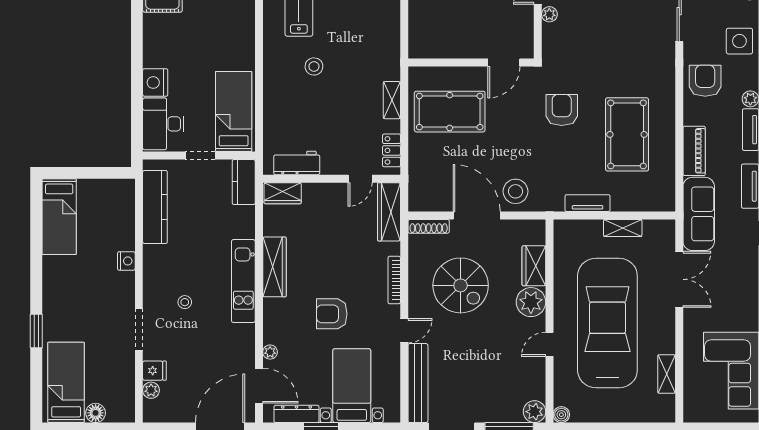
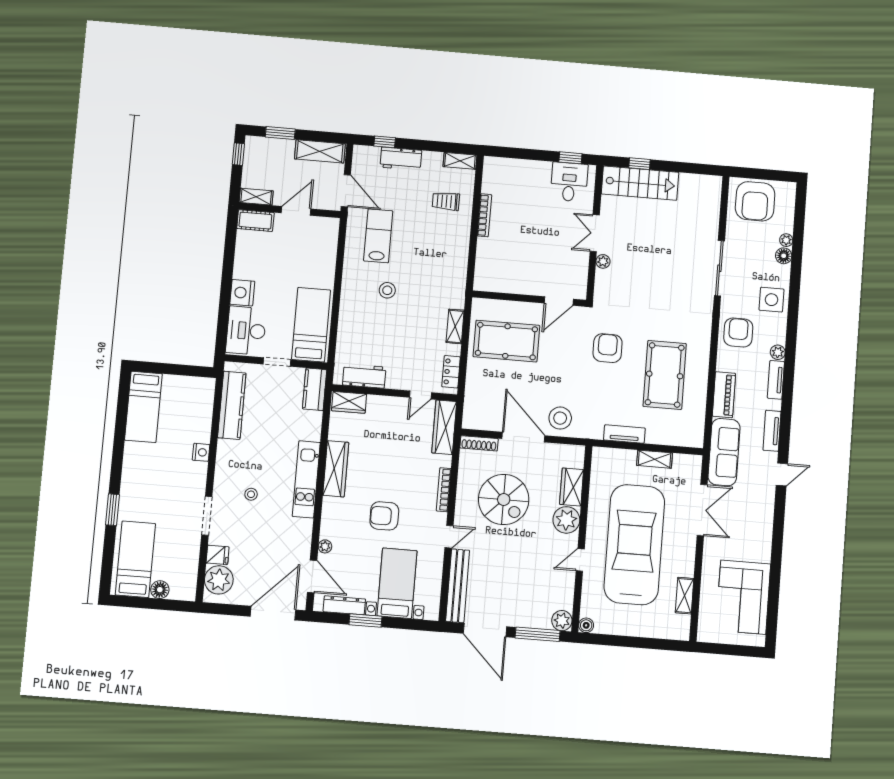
plant: (151, 390) -> (219, 580), width x1.87, depth x1.87

